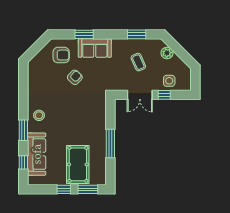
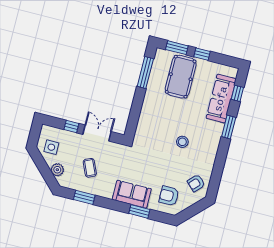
armchair: (75, 77) -> (196, 183), moved
side table: (169, 81) -> (51, 147), moved
stool: (39, 115) -> (182, 142), moved
window: (110, 143) -> (145, 72), moved

